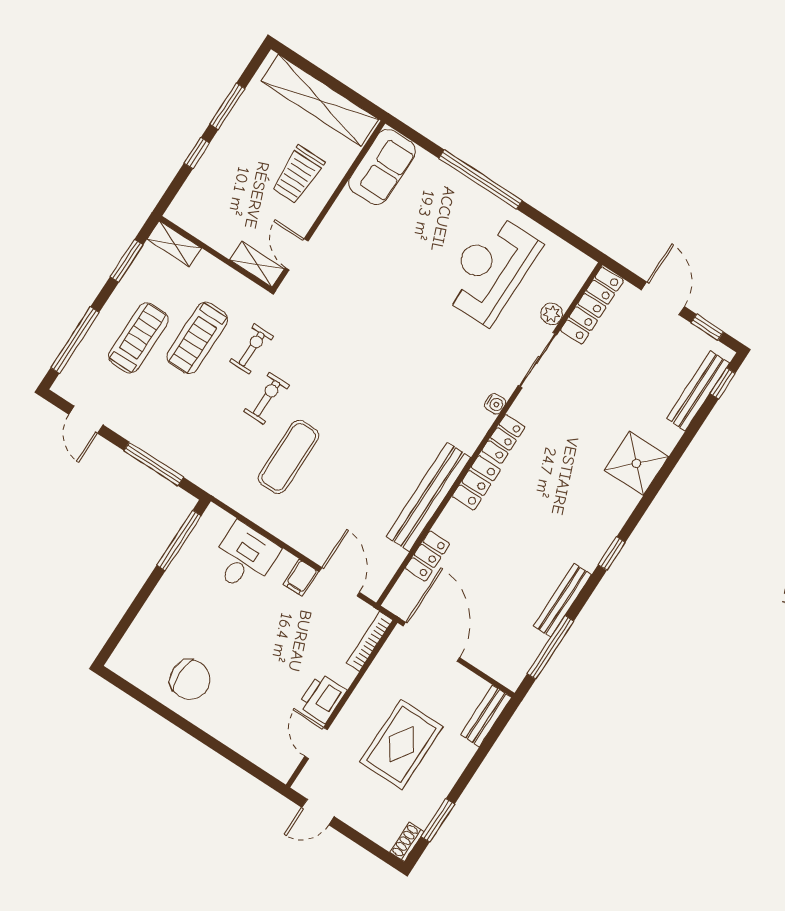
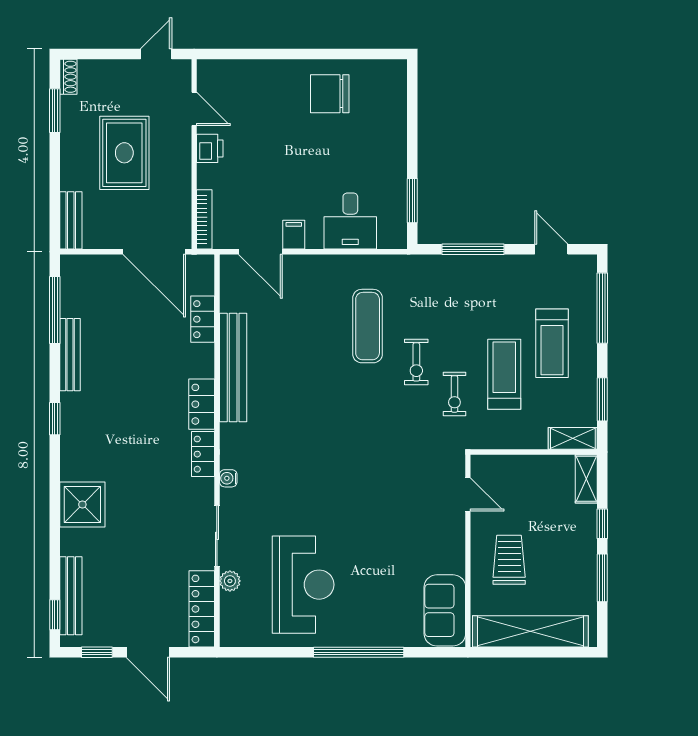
shelving: (257, 264) -> (586, 479), moved, turned 90
window: (179, 540) -> (412, 201), width x0.69
printer: (322, 698) -> (210, 148), width x0.73, depth x0.81

